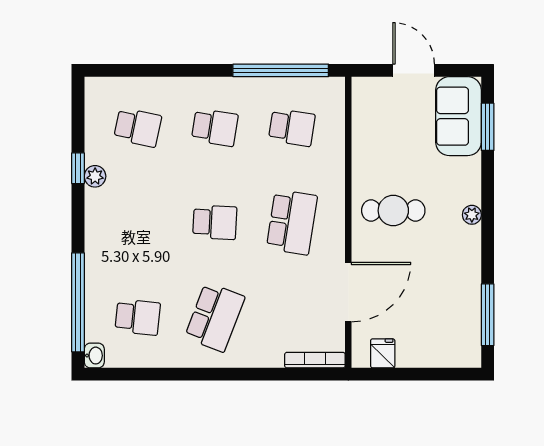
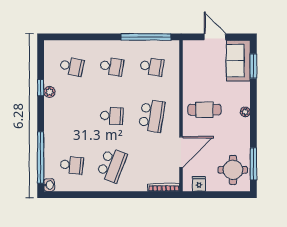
round table: (448, 326) -> (233, 170), added

